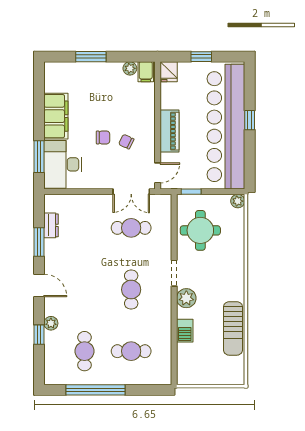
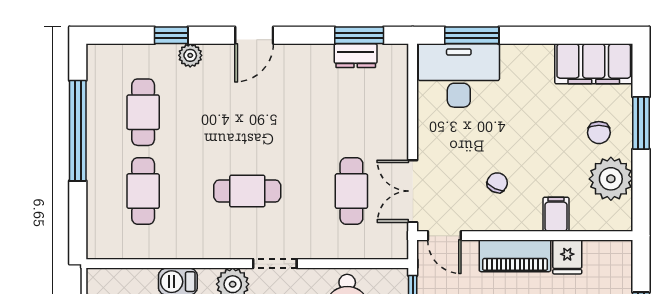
plant: (130, 68) -> (611, 179), width x1.87, depth x1.87
filing cabinet: (146, 72) -> (556, 214), moved, turned 90
fridge: (169, 72) -> (567, 257), moved, turned -90
filing cabinet: (56, 116) -> (594, 64), moved
chair: (103, 137) -> (599, 133), moved
window: (39, 242) -> (359, 35), moved
cafe table: (84, 351) -> (143, 112), turned 90

